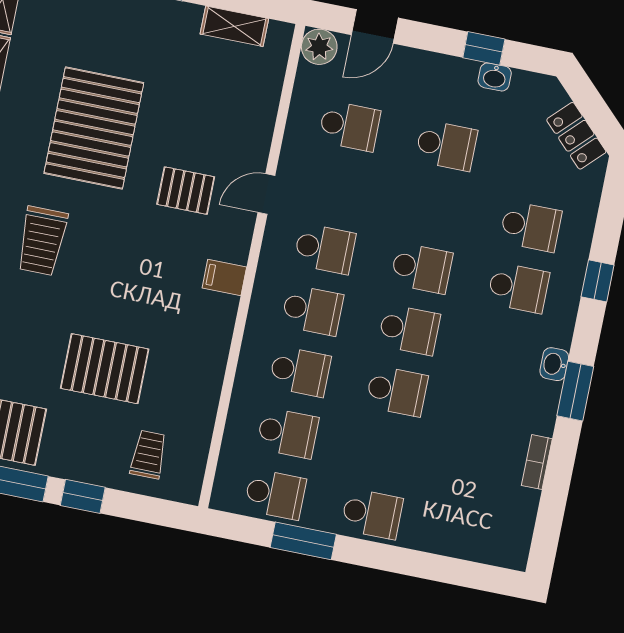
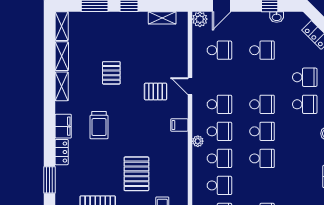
pallet: (94, 128) -> (111, 73), width x0.49, depth x0.50
door: (266, 194) -> (190, 86), hinge flipped
plant: (259, 323) -> (198, 141), added
pallet: (105, 369) -> (136, 174), turned 90

